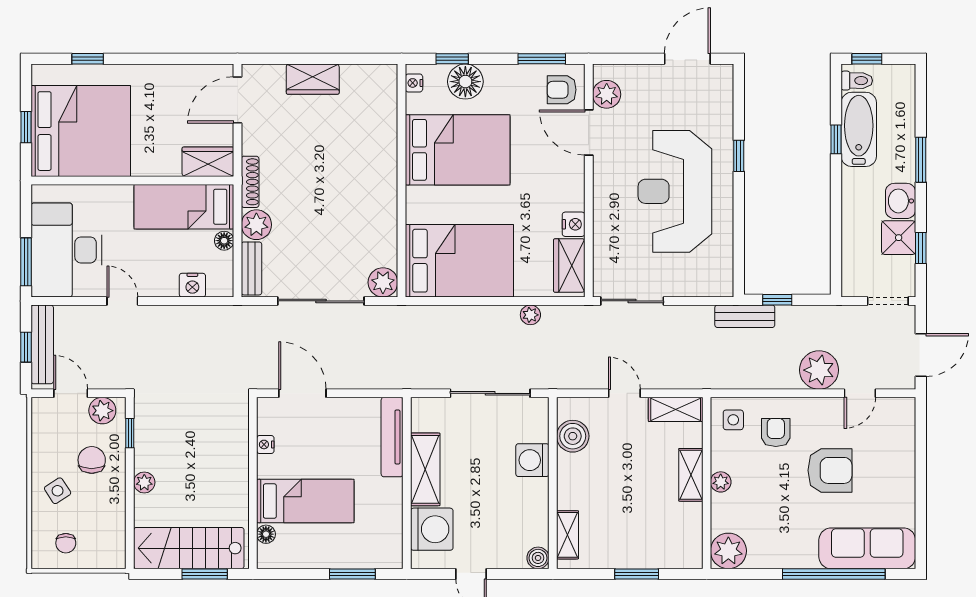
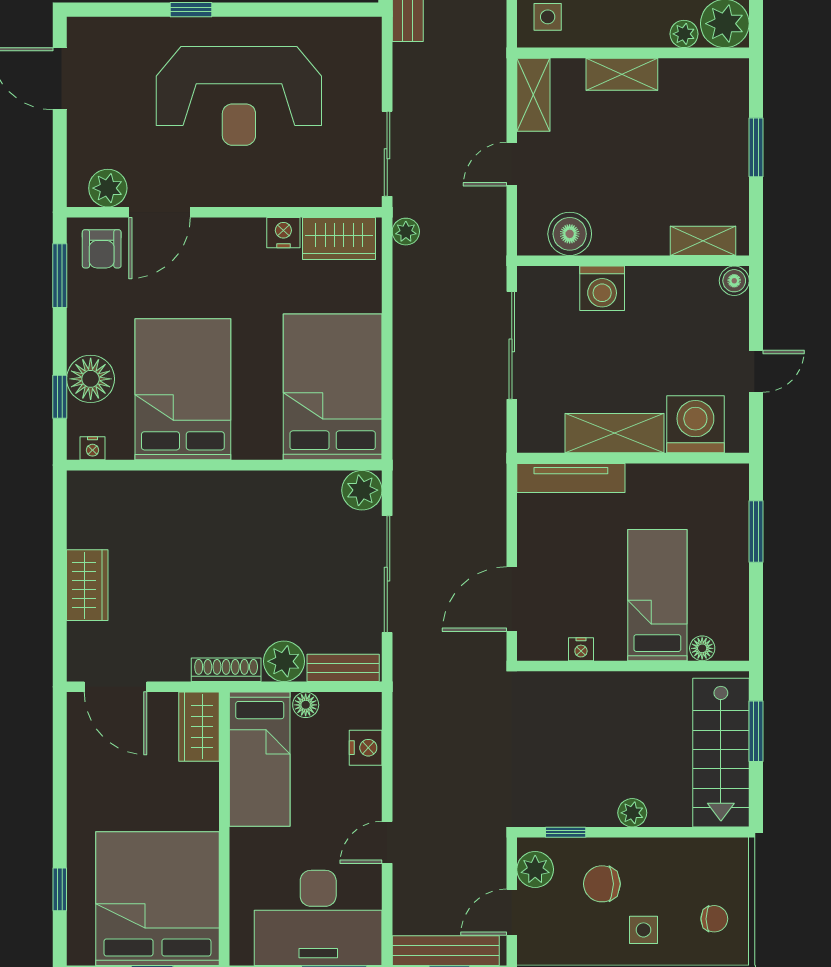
plant: (530, 315) -> (406, 232), moved
plant: (721, 482) -> (684, 34), moved
side table: (58, 491) -> (643, 930), turned 33

